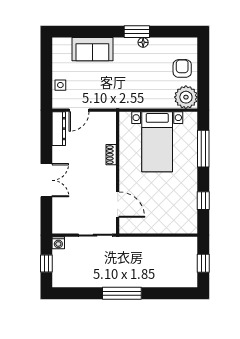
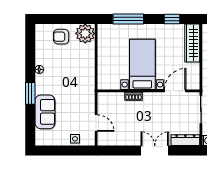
window: (137, 32) -> (30, 93), moved
dresser: (59, 129) -> (185, 140), moved
bed with nightstands: (157, 142) -> (142, 64), moved, turned -90
wardrobe: (175, 225) -> (192, 43), added

